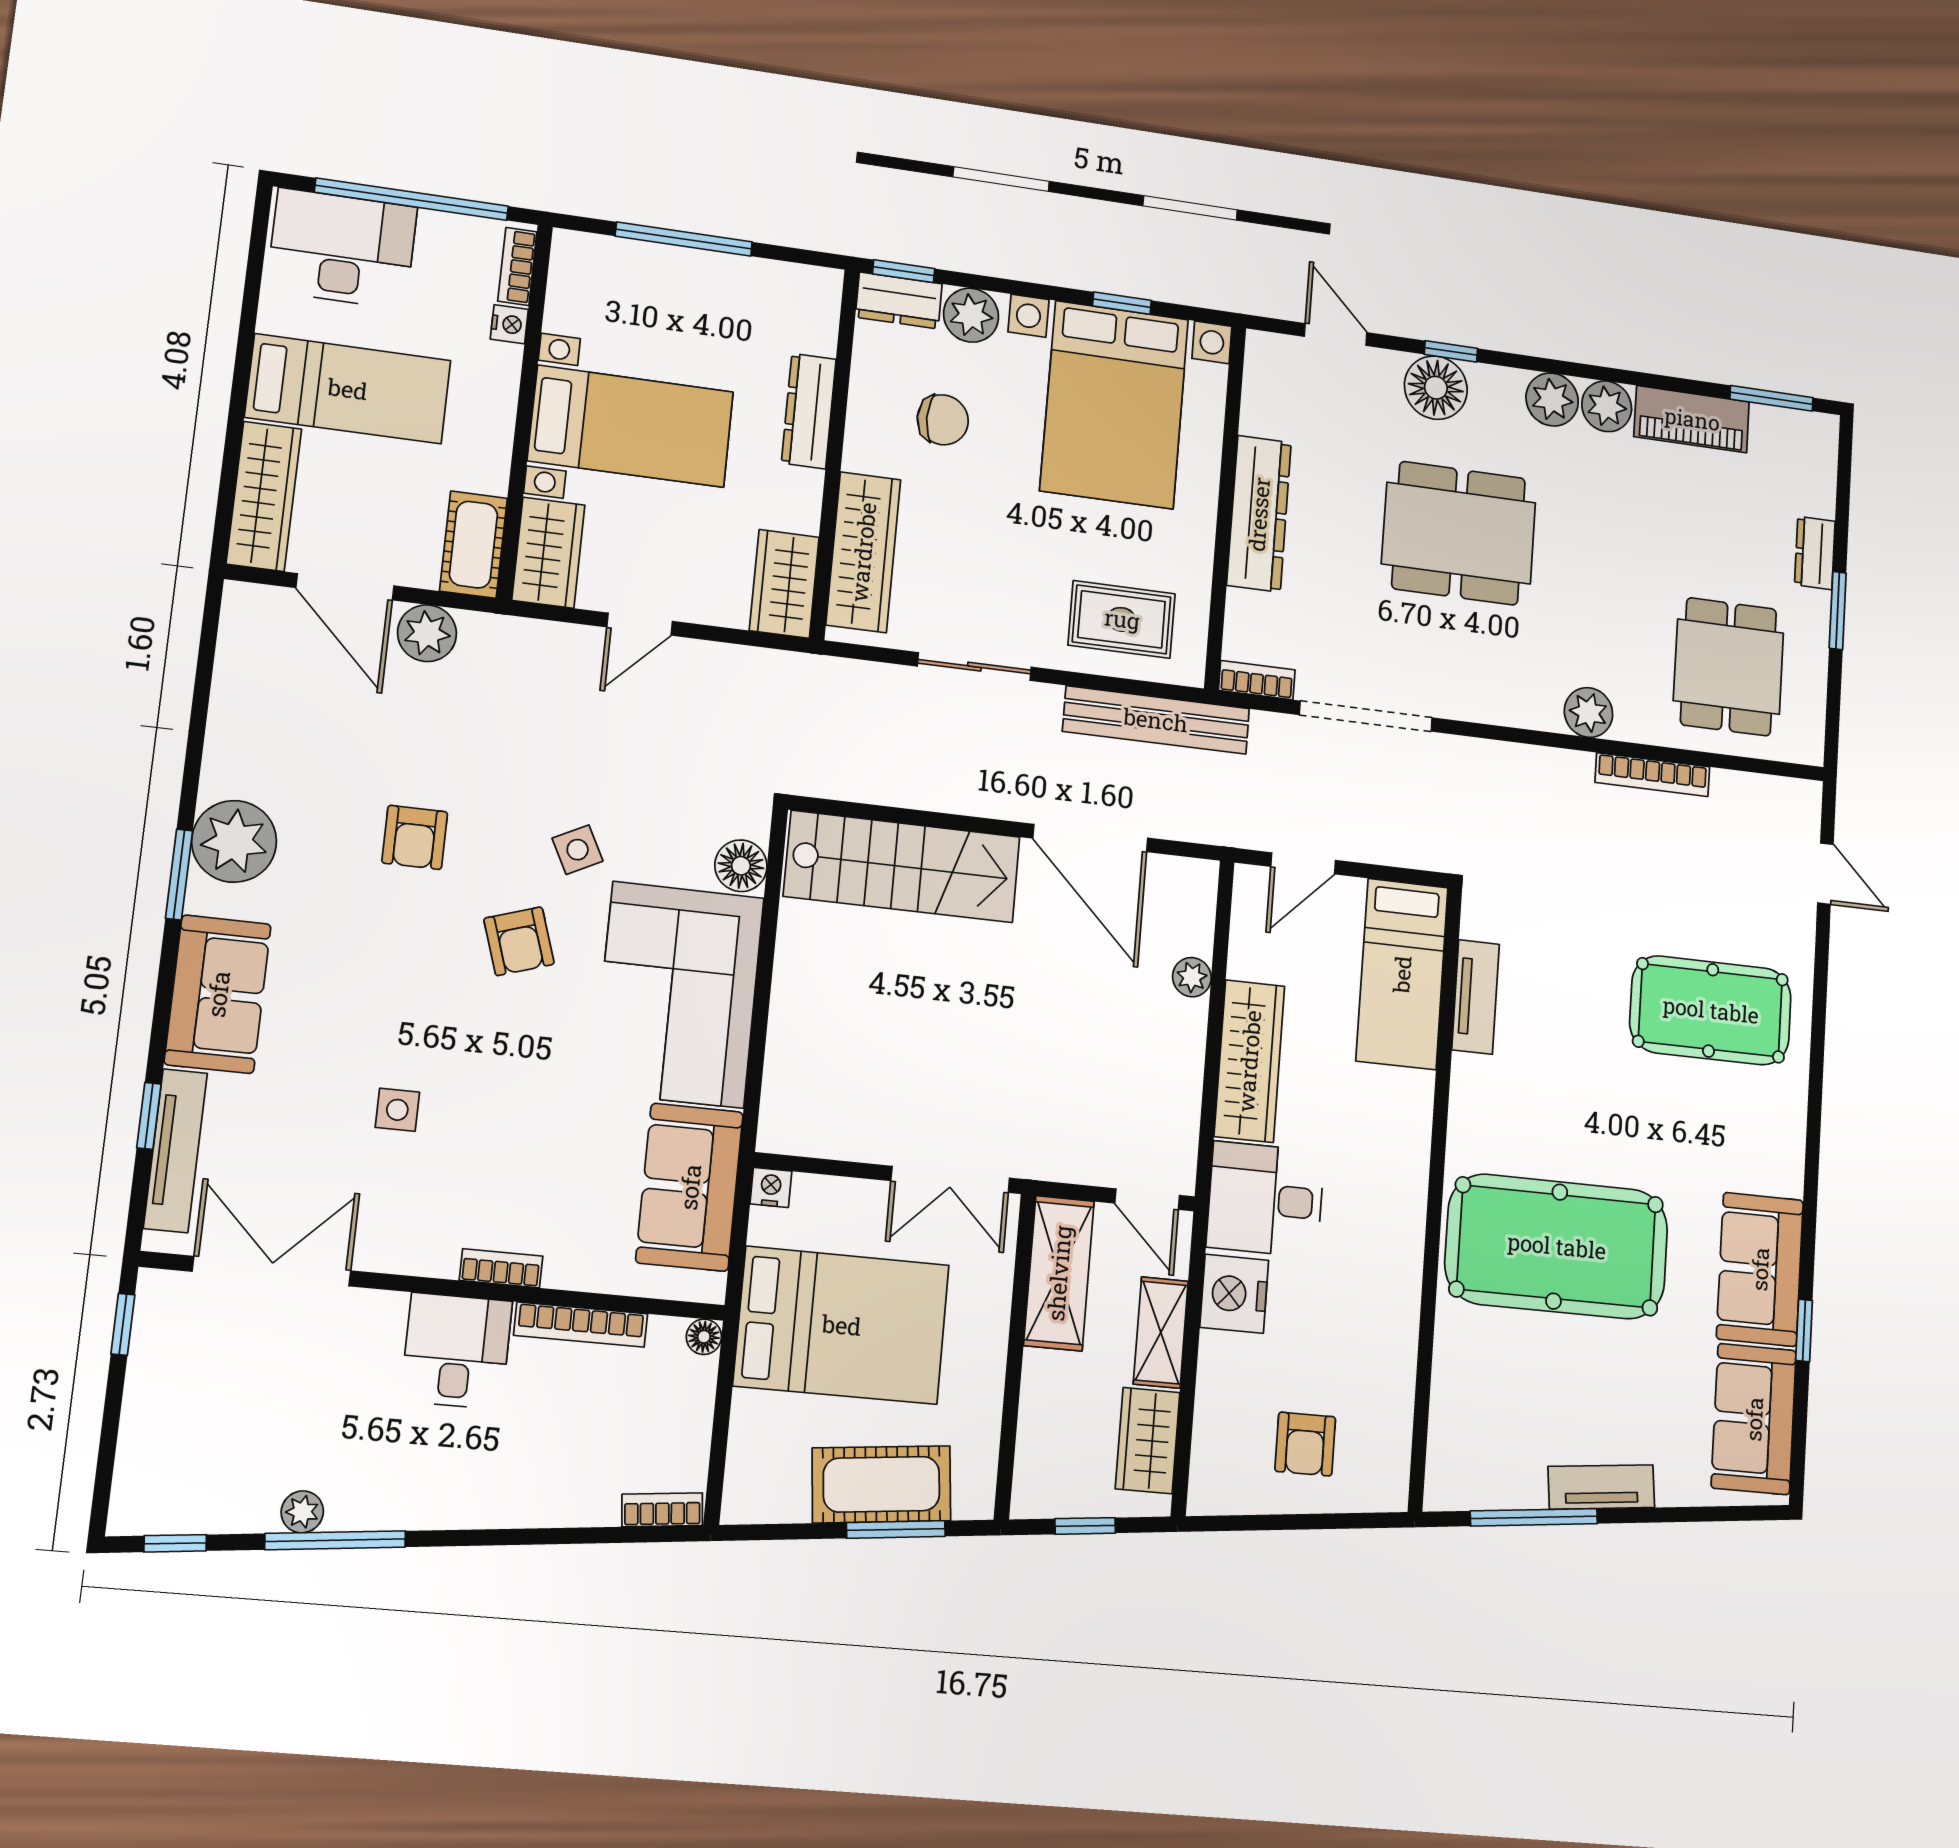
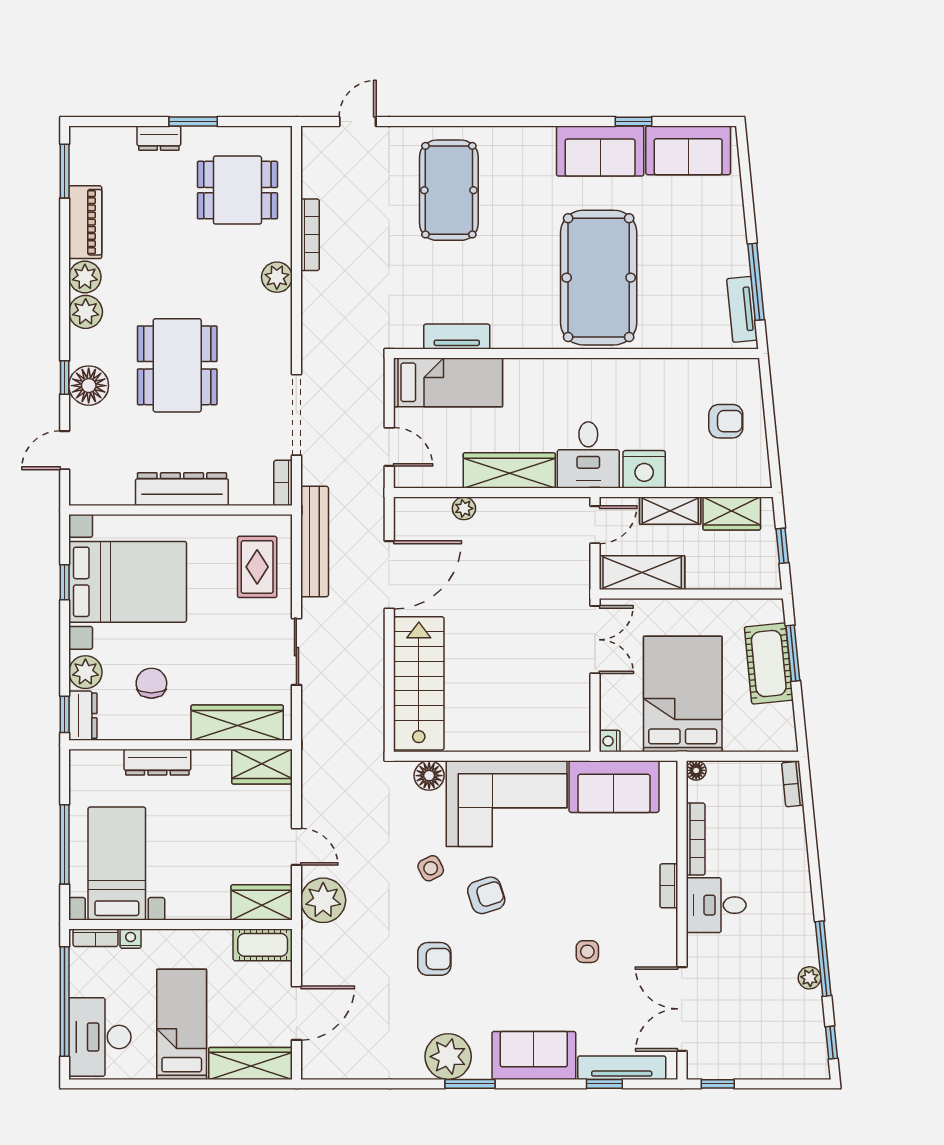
bed with nightstands: (631, 426) -> (117, 864), moved
plant: (427, 633) -> (323, 900), moved, width x1.36, depth x1.36
tv unit: (1601, 1487) -> (742, 309), moved

